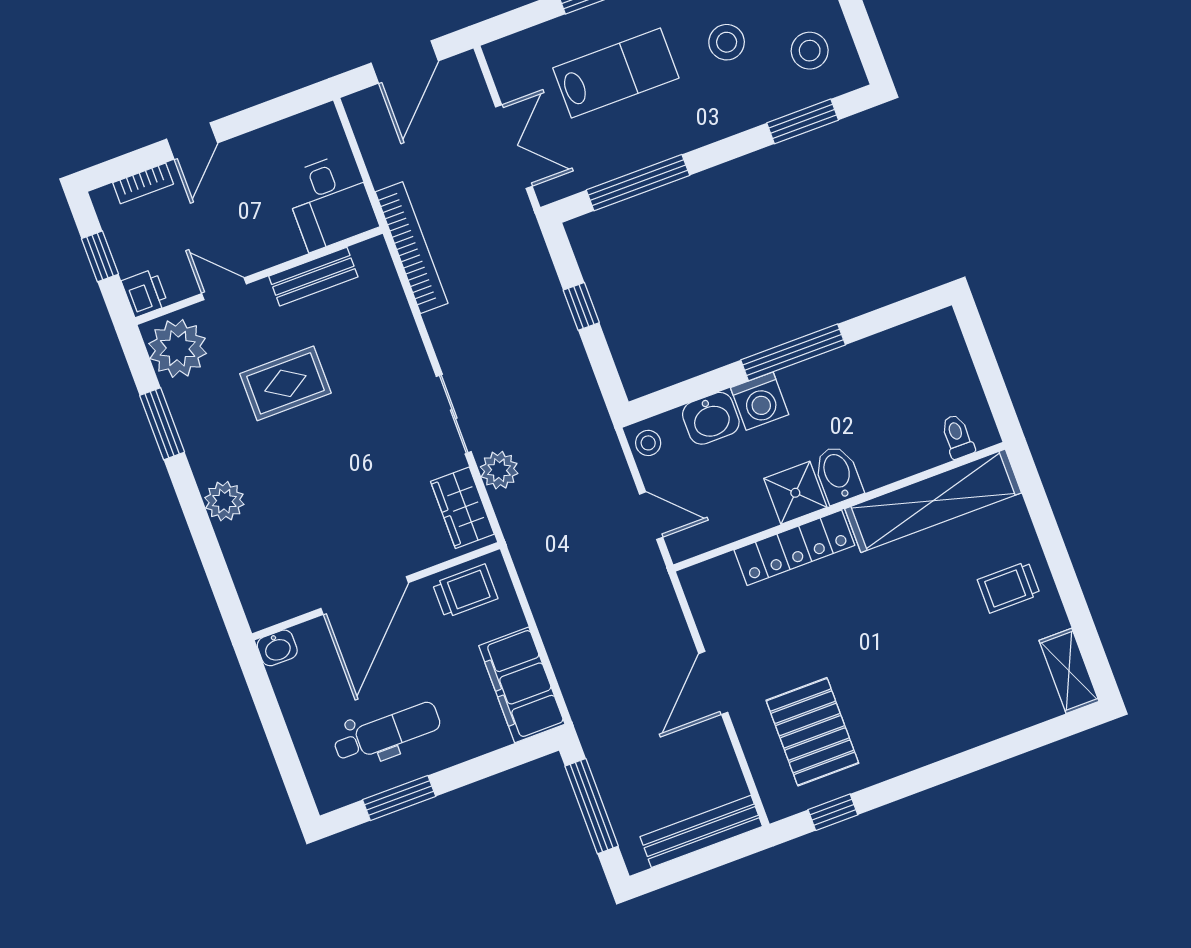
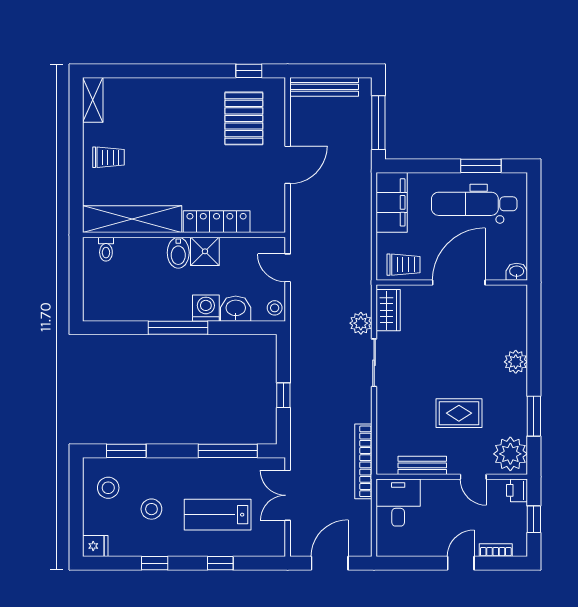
trolley: (465, 591) -> (404, 265), turned 180
dental chair: (387, 732) -> (474, 204), width x1.36, depth x1.38

